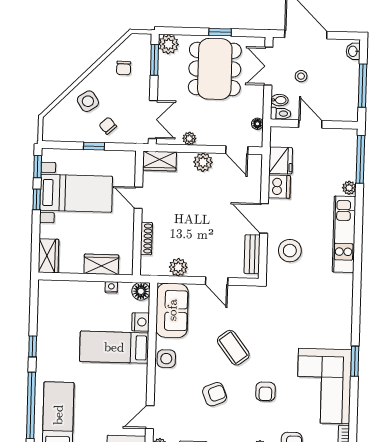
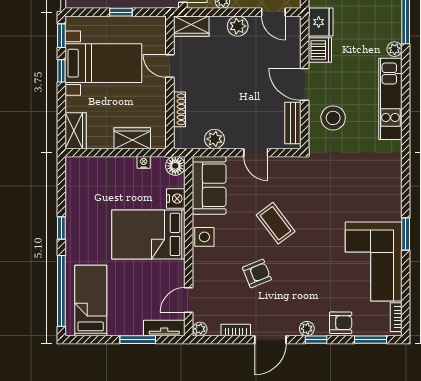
bed: (114, 347) -> (148, 234), width x1.50
armchair: (265, 392) -> (311, 269), removed

